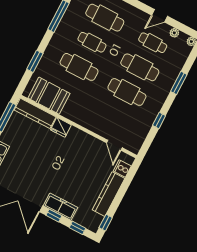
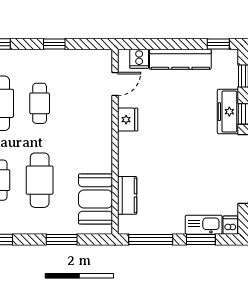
cafe table: (127, 92) -> (40, 103), width x0.73, depth x0.74
kitchen counter: (35, 113) -> (127, 195), width x0.67
fridge: (61, 127) -> (128, 120), moved

